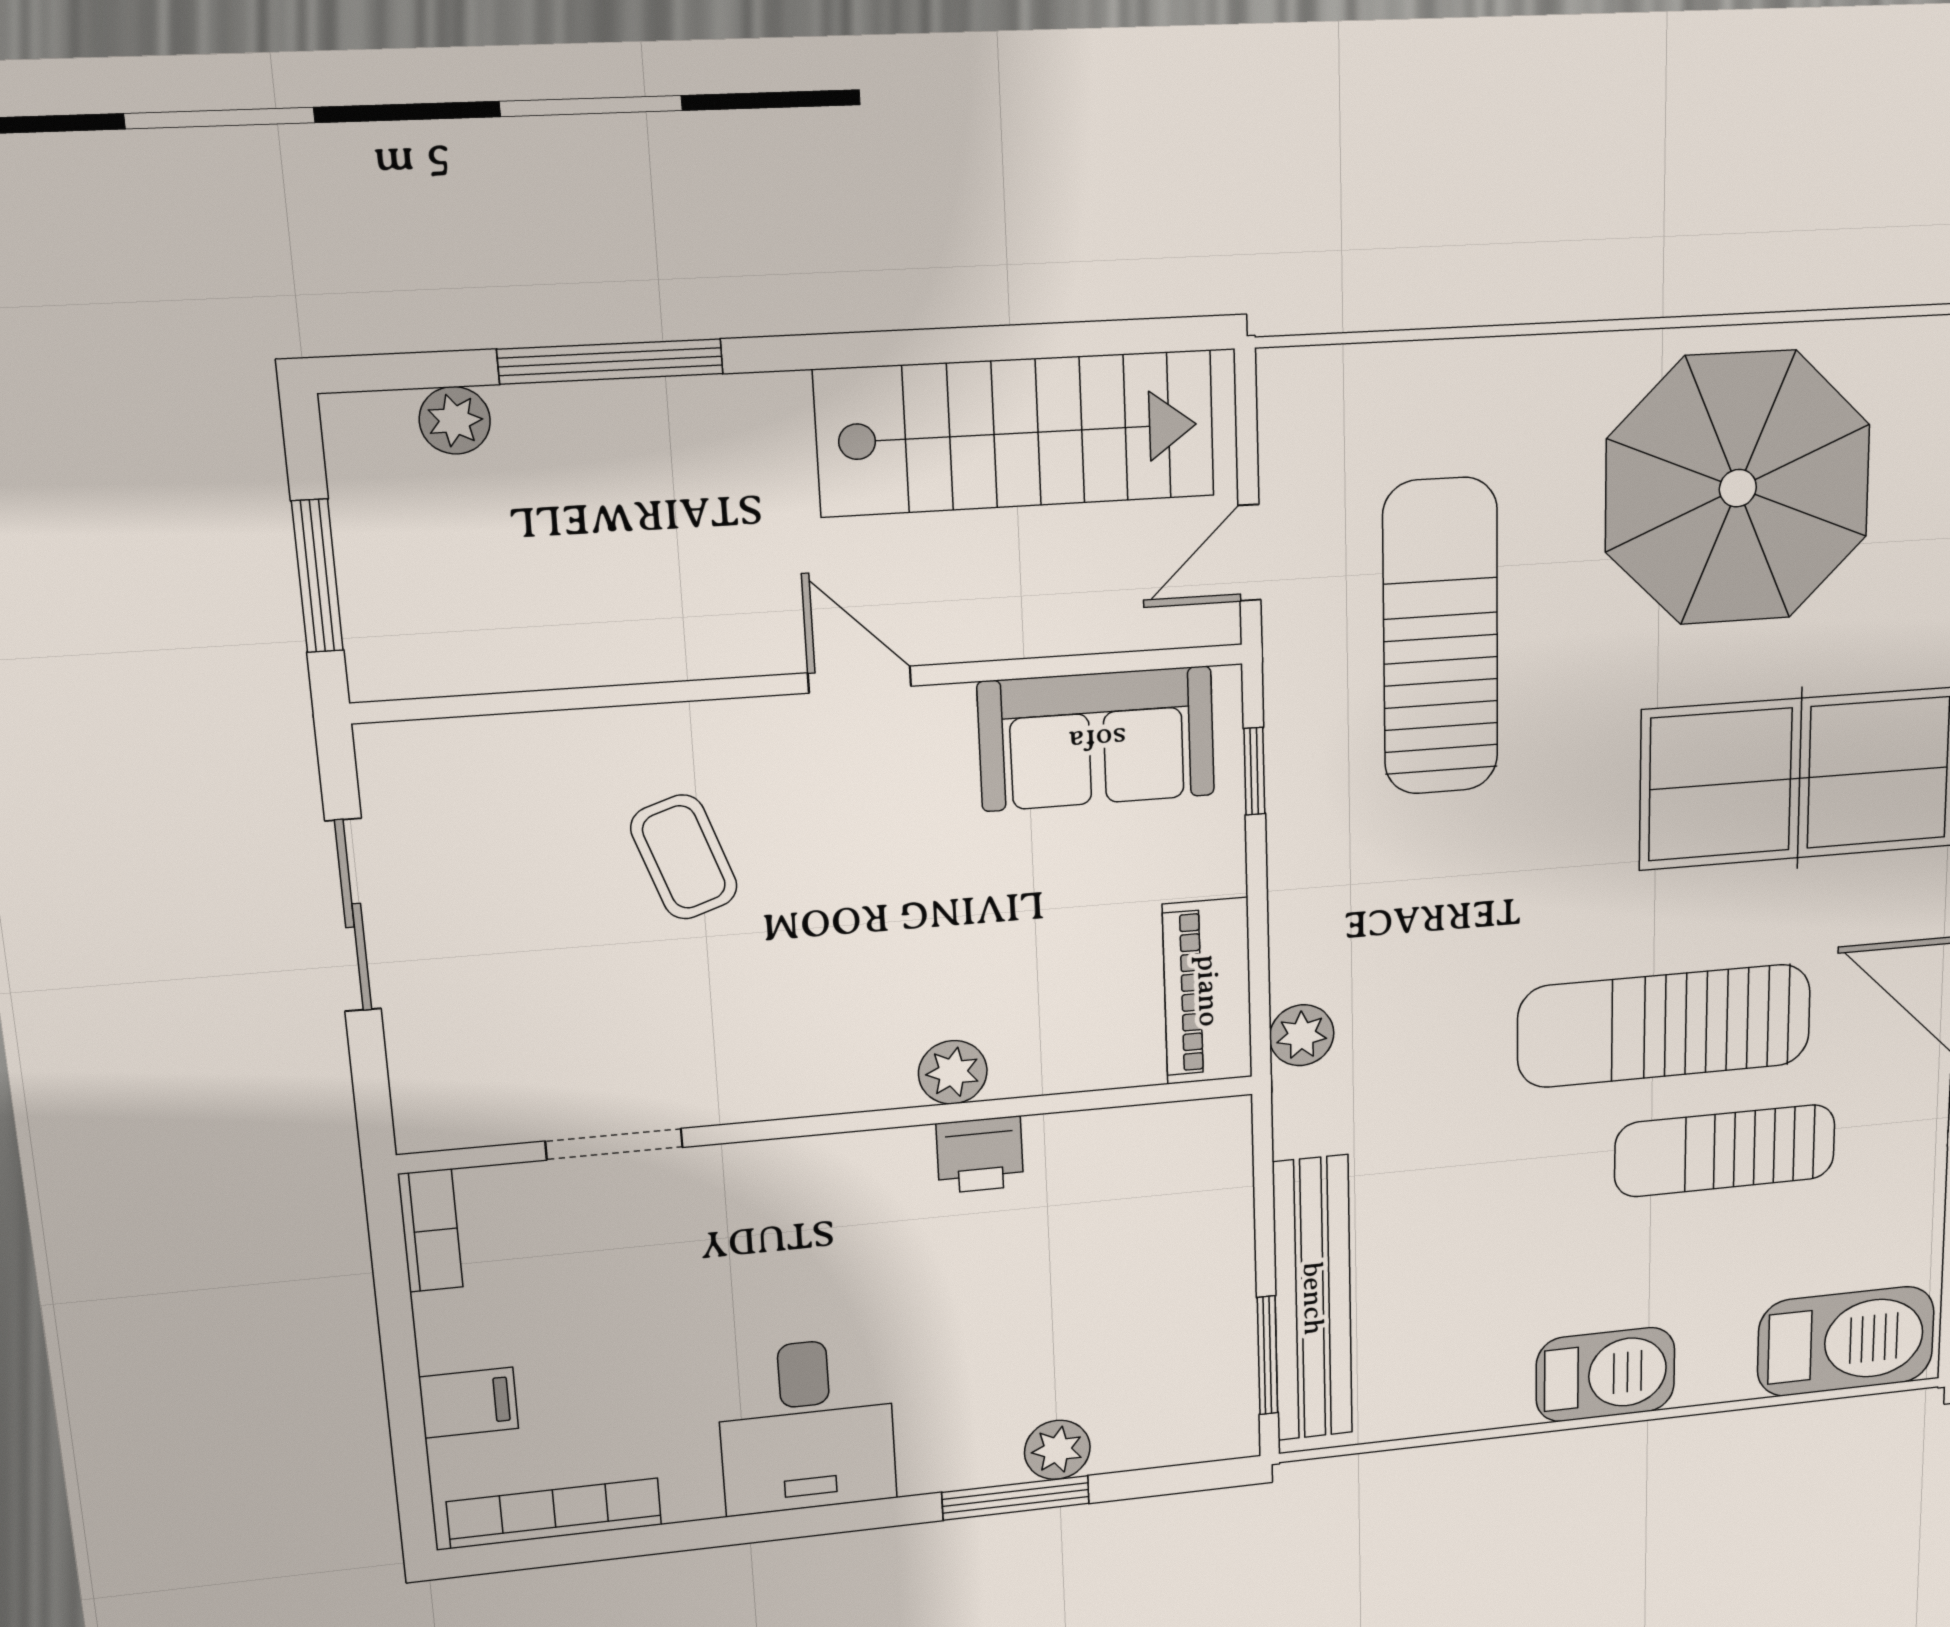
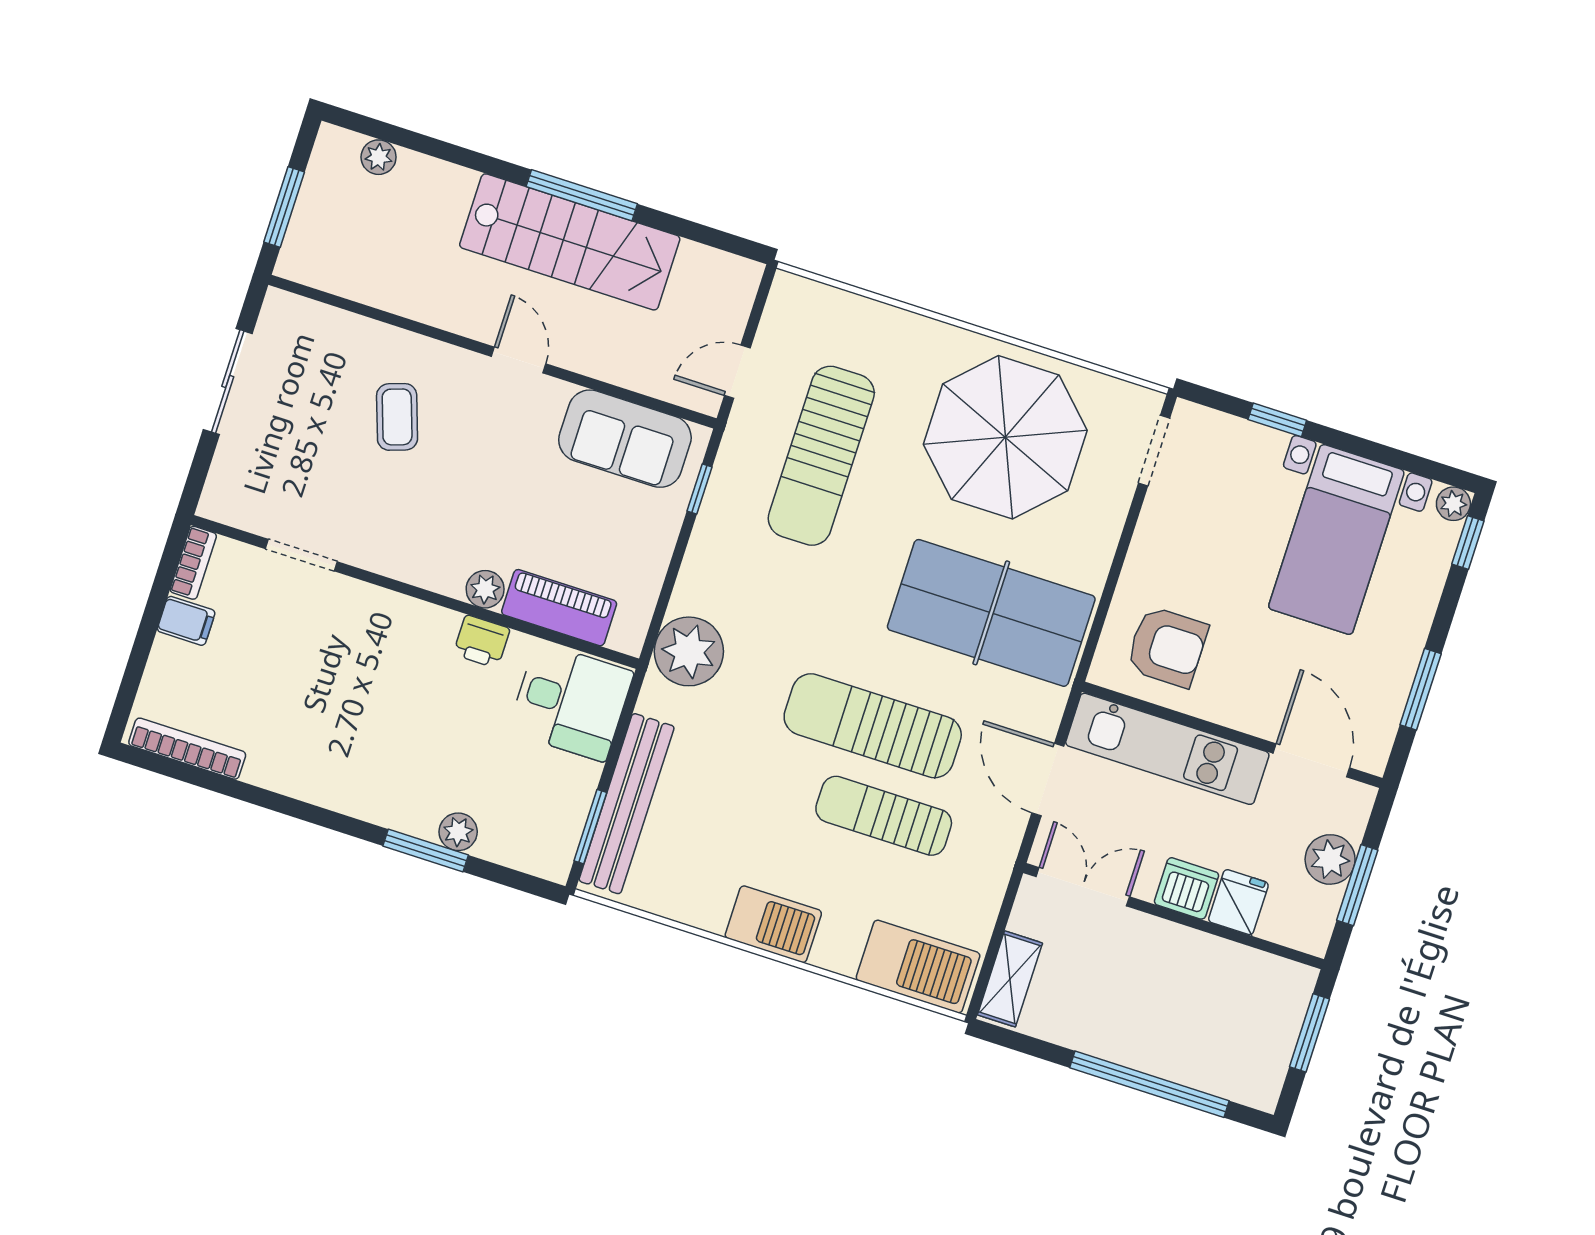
window: (611, 362) -> (582, 195), moved
stairs: (1016, 433) -> (570, 242), moved
sun lounger: (1441, 637) -> (821, 456), turned 180
piano: (1208, 991) -> (559, 608), moved, turned 90
plant: (1302, 1035) -> (689, 651), width x1.88, depth x1.88
filing cabinet: (469, 1403) -> (186, 621), moved
desk: (807, 1426) -> (571, 702), moved, turned -90

